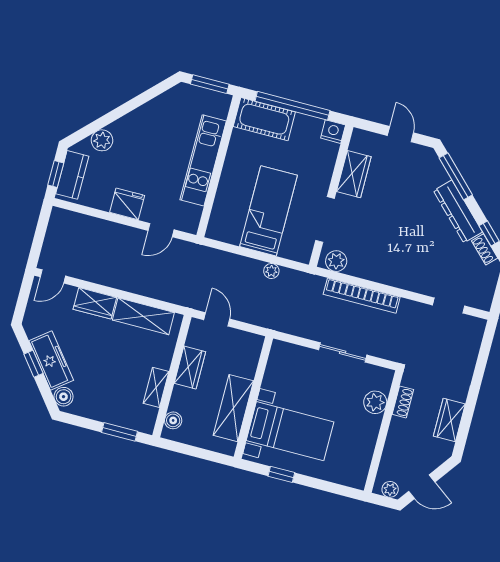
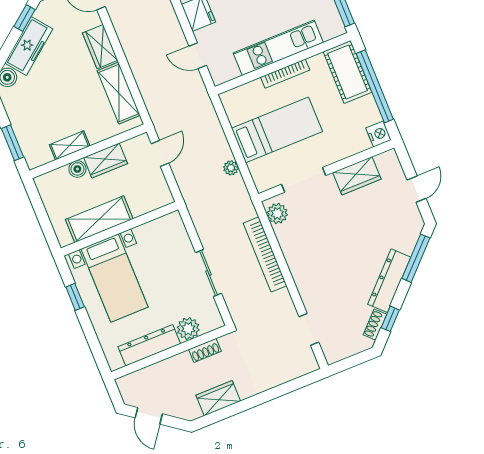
bookcase: (228, 170) -> (285, 74), added
window: (33, 364) -> (25, 18), moved
boiler: (173, 420) -> (77, 169), moved
dresser: (365, 444) -> (149, 345), added
plant: (390, 489) -> (128, 392), removed

